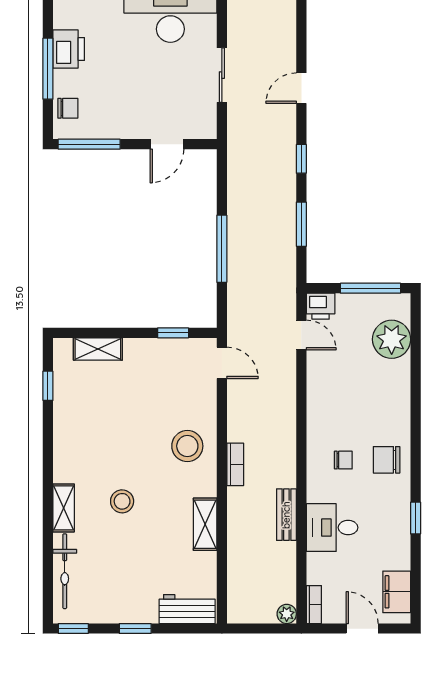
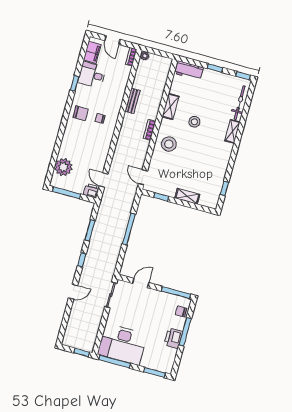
sliding door: (222, 75) -> (111, 295), moved
shelving: (98, 349) -> (187, 196), moved
stool: (122, 501) -> (194, 122), moved
desk: (332, 528) -> (92, 75), moved, turned 180

